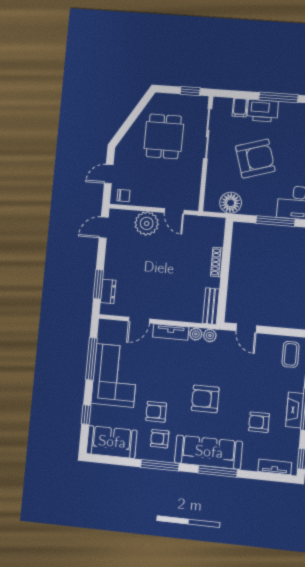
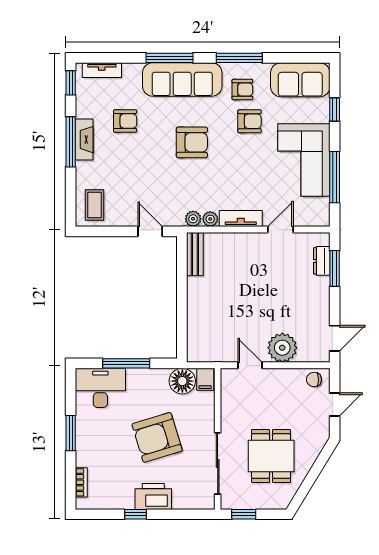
window: (279, 97) -> (135, 514), width x0.46
filing cabinet: (240, 108) -> (205, 379), moved, turned 180
shoe rack: (217, 262) -> (193, 308), removed

